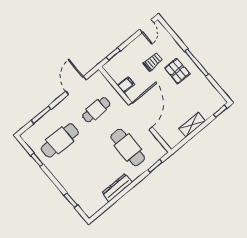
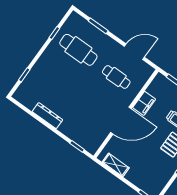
filing cabinet: (126, 85) -> (144, 103), width x2.00
shelving: (192, 125) -> (116, 165), moved
cafe table: (128, 147) -> (88, 116), removed

